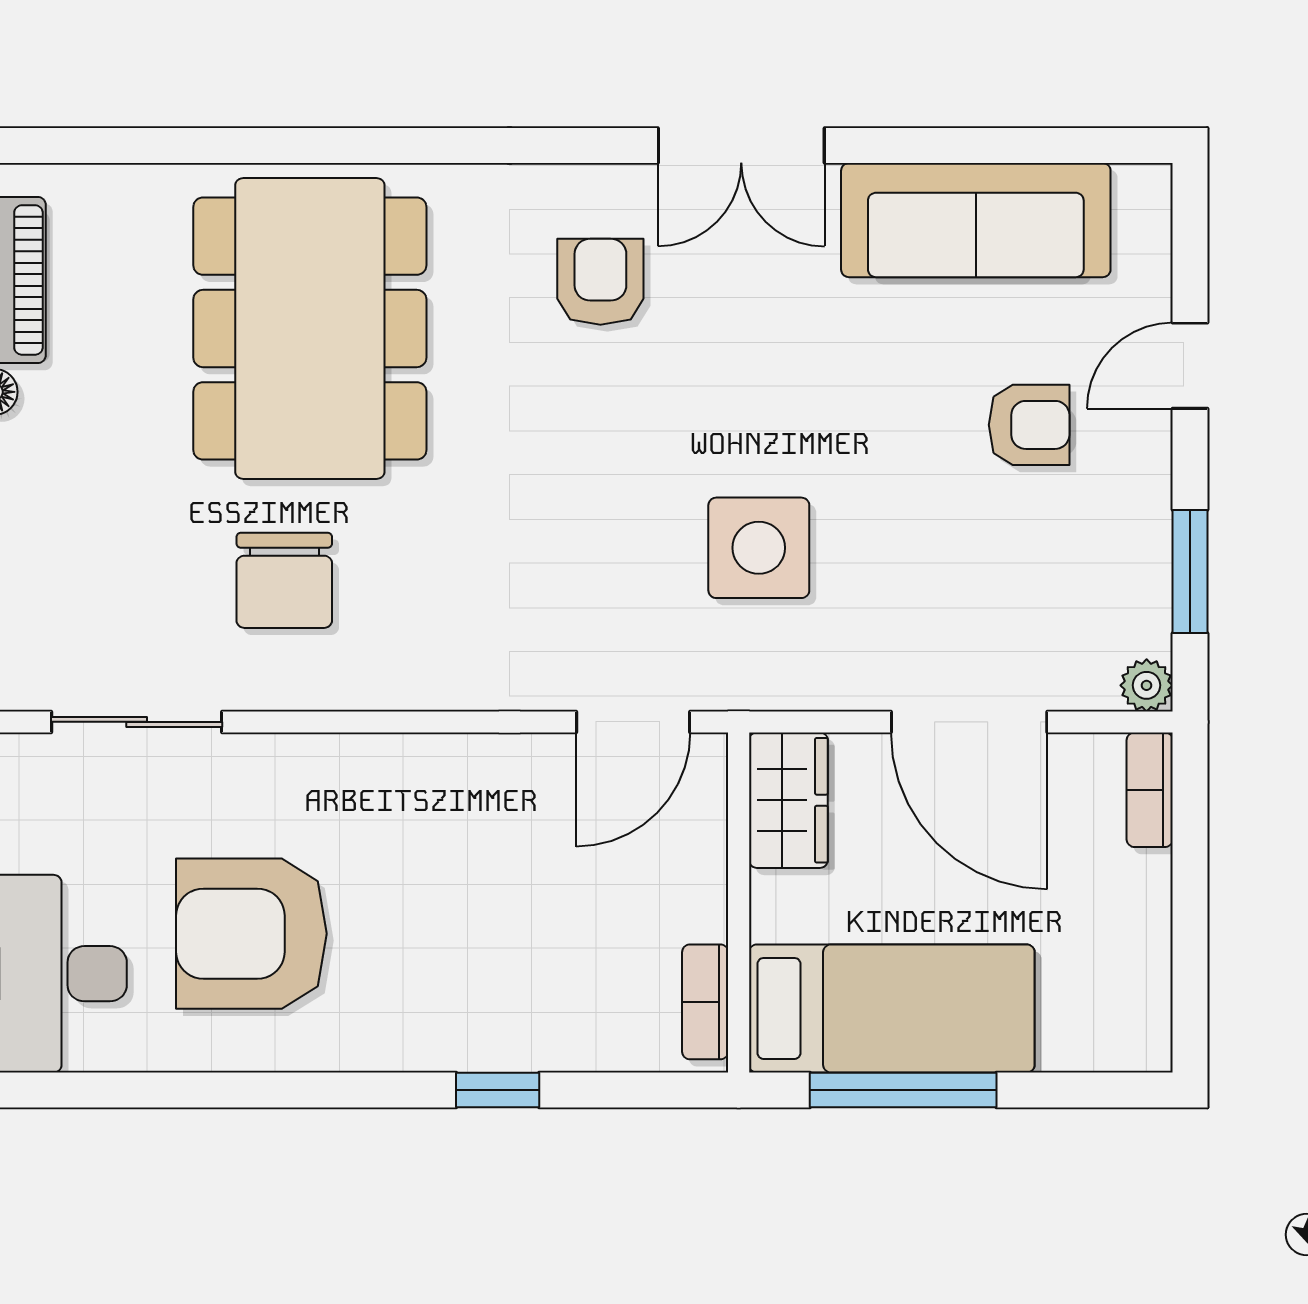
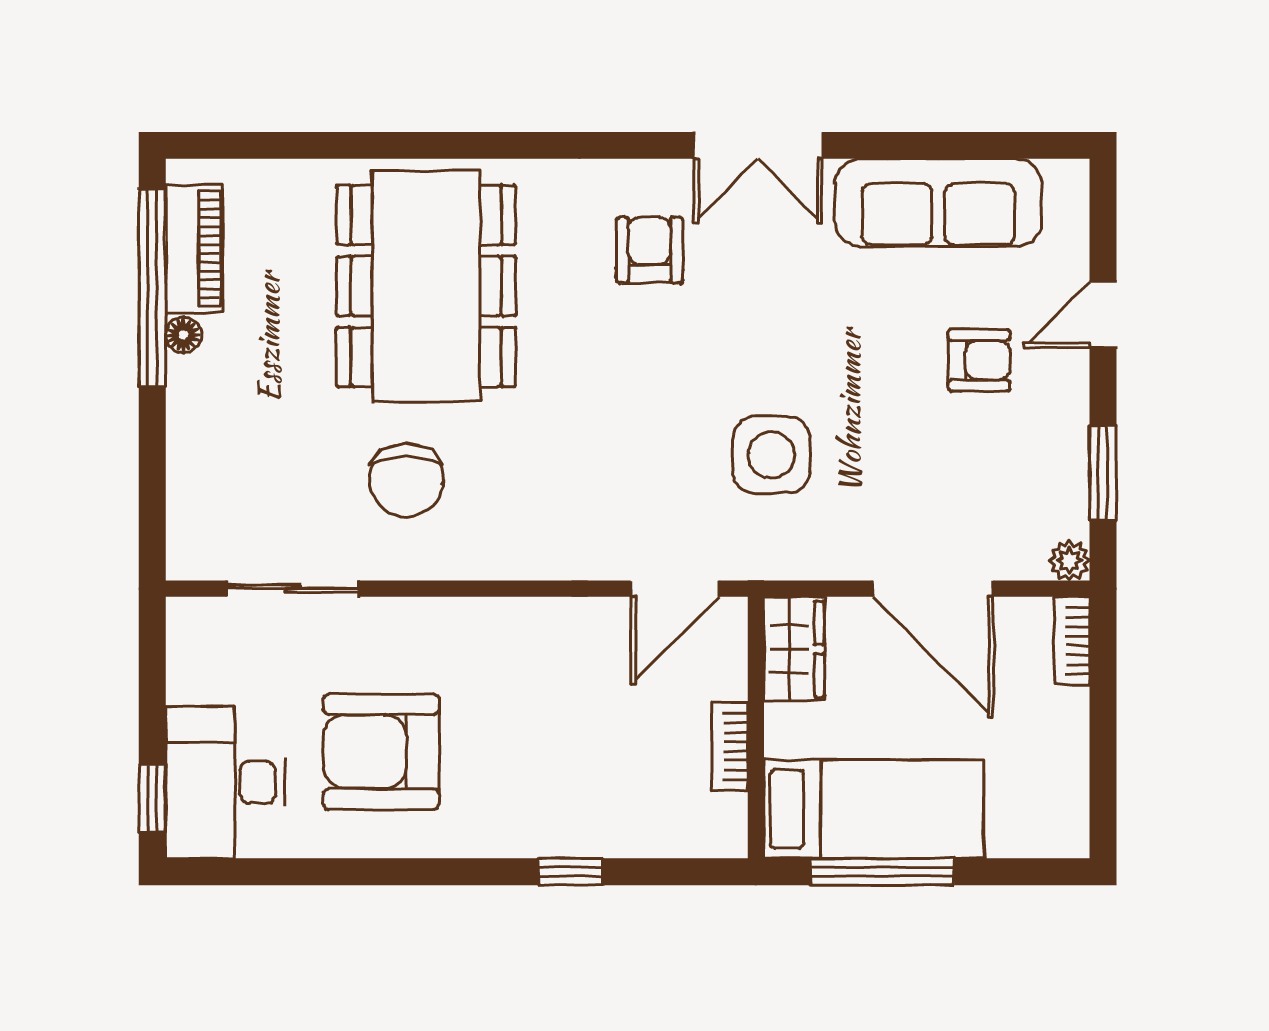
bookcase: (705, 1002) -> (730, 747), moved

